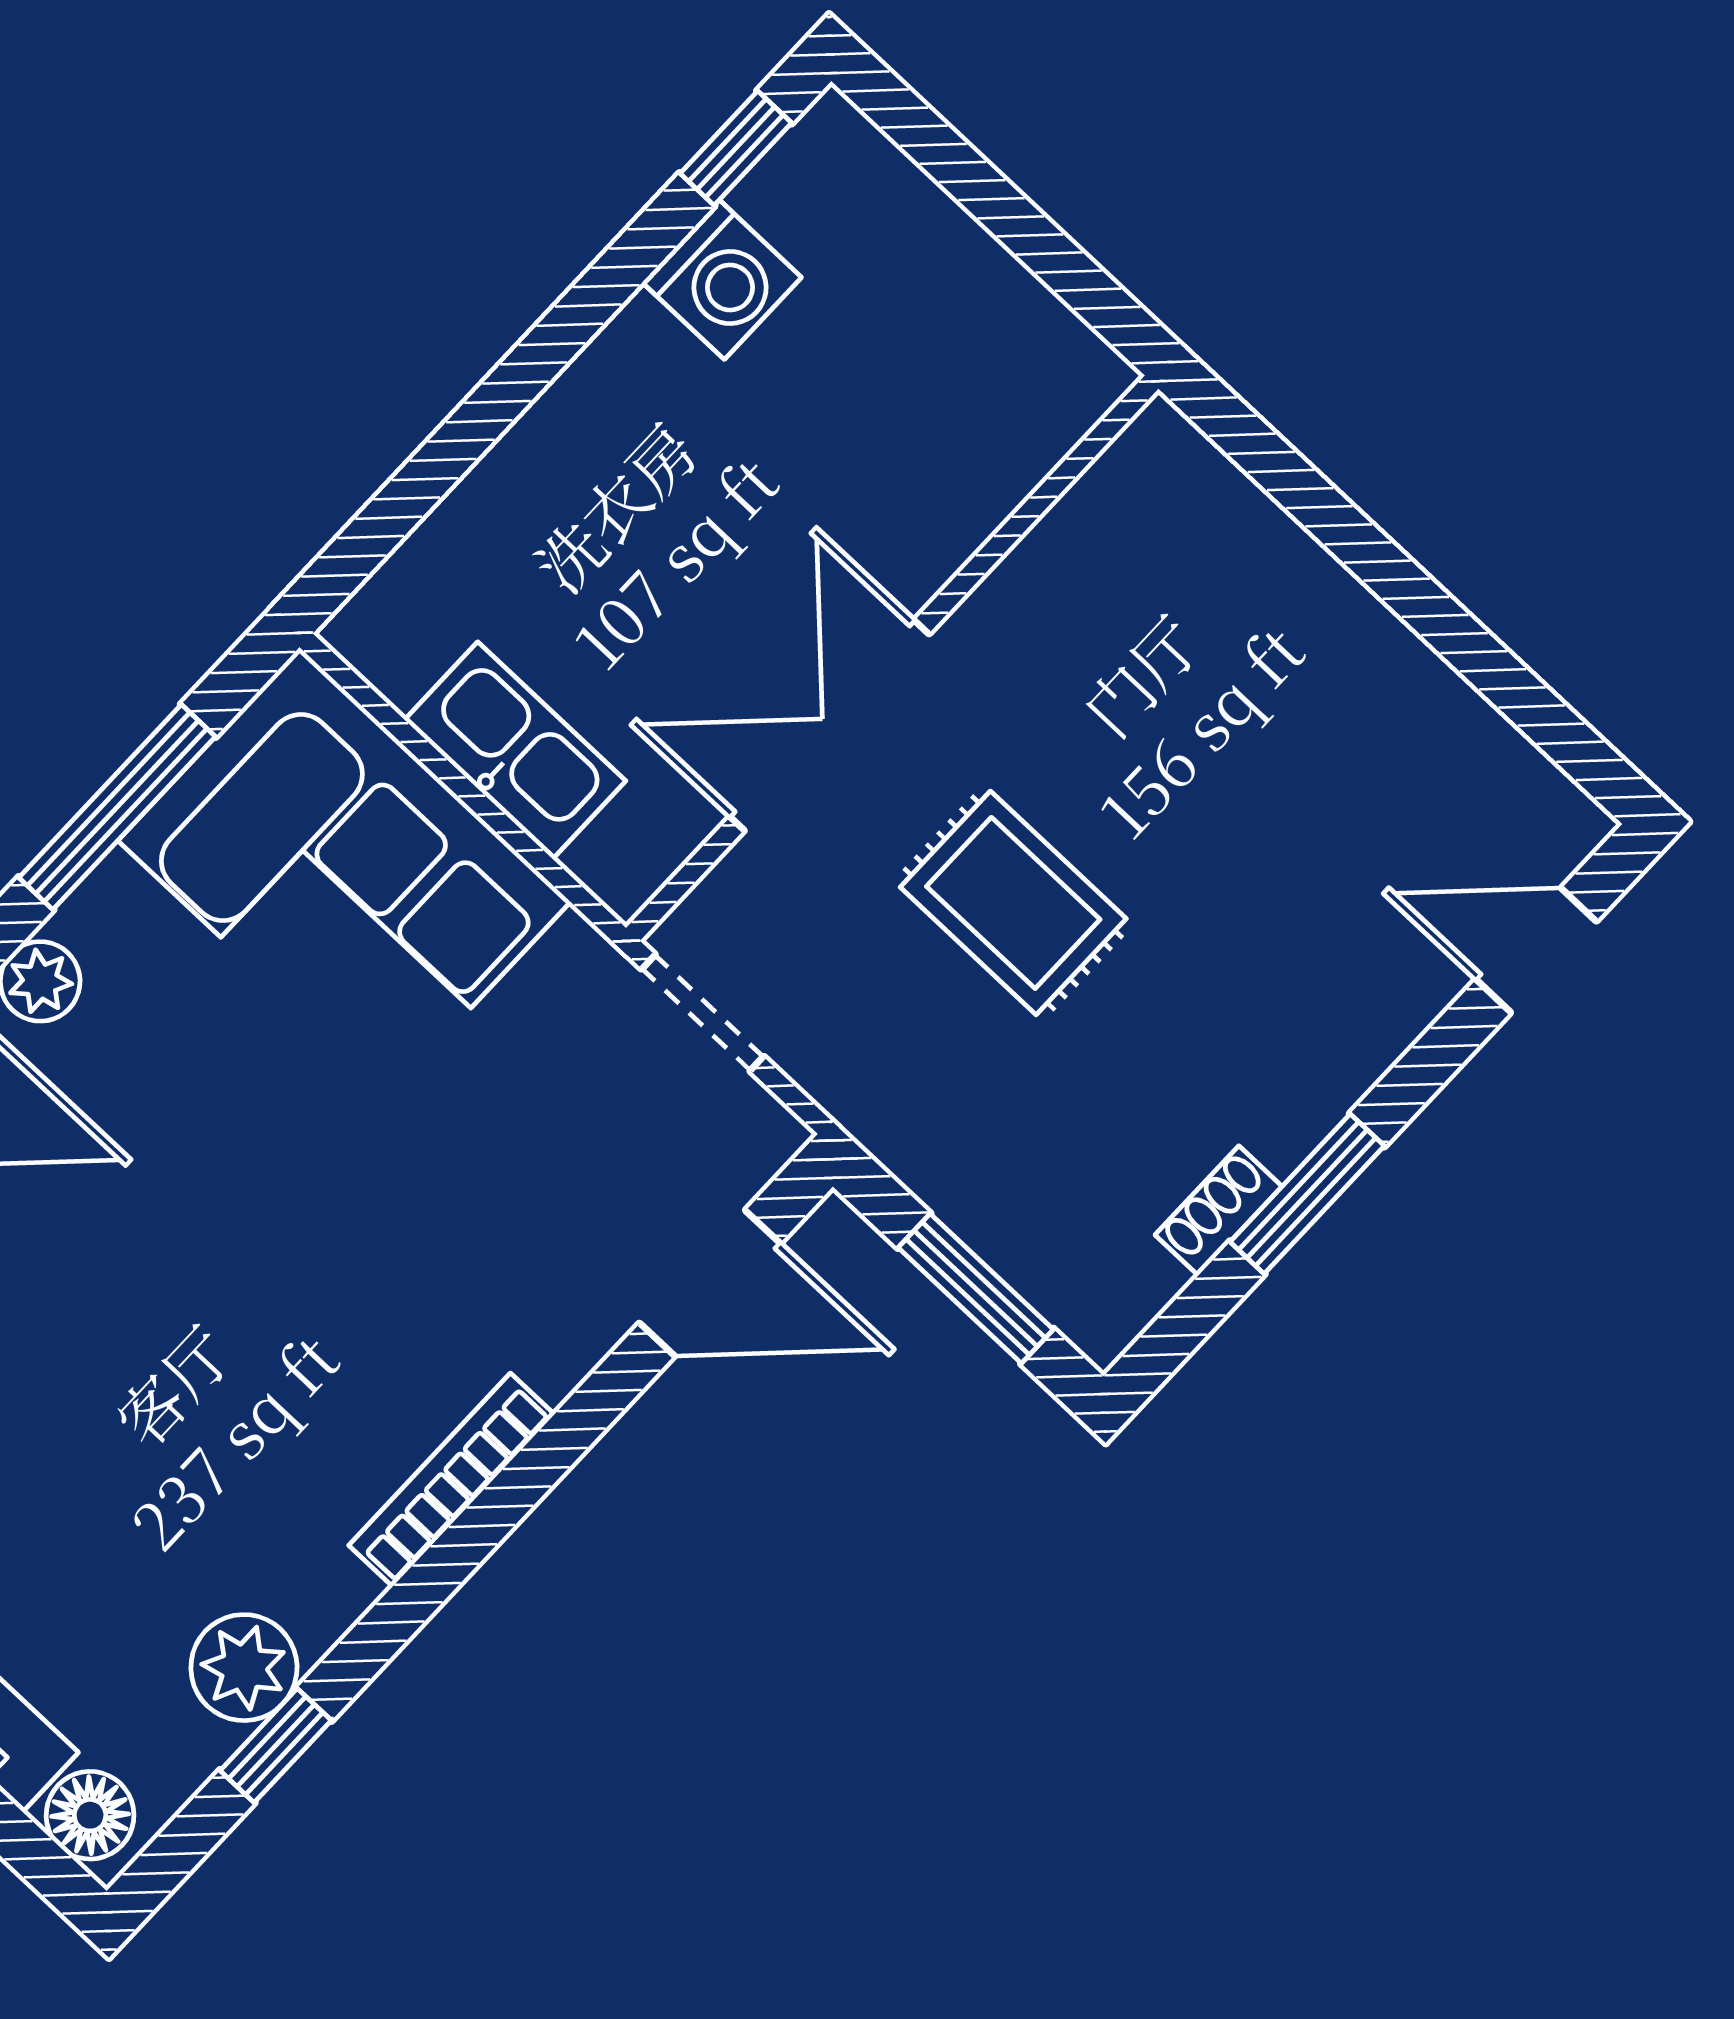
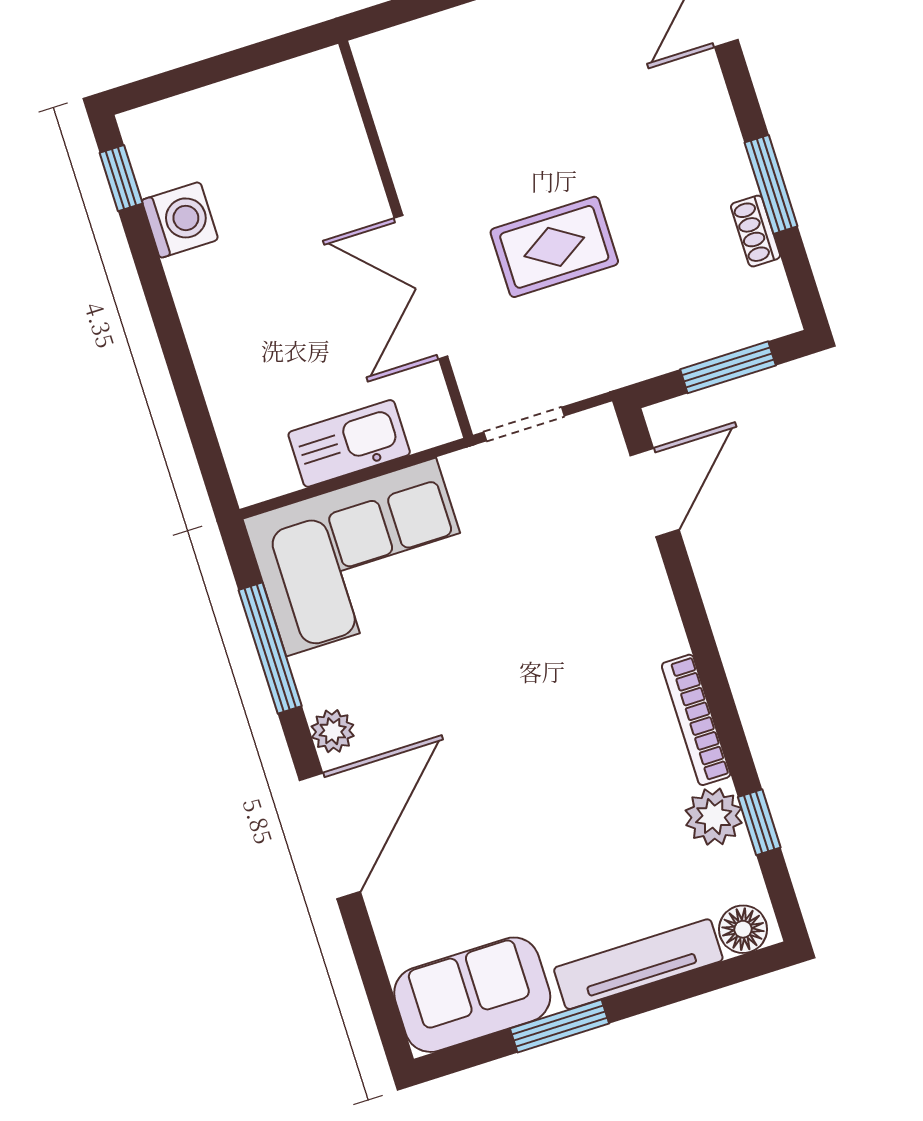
bookcase: (452, 1480) -> (696, 720), moved

